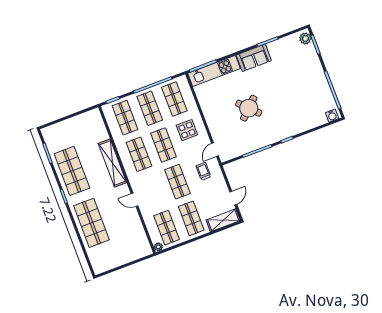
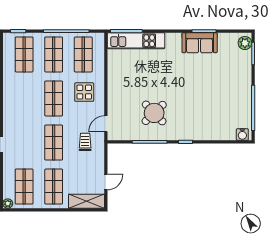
sofa: (254, 58) -> (200, 43), moved
round table: (249, 108) -> (154, 113), moved
shop shelf: (139, 154) -> (24, 98), removed

